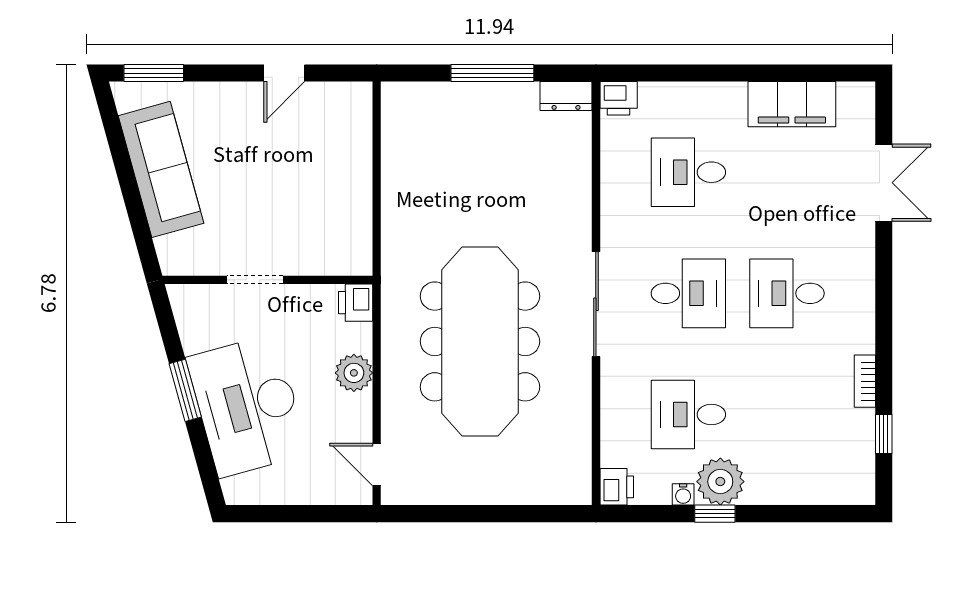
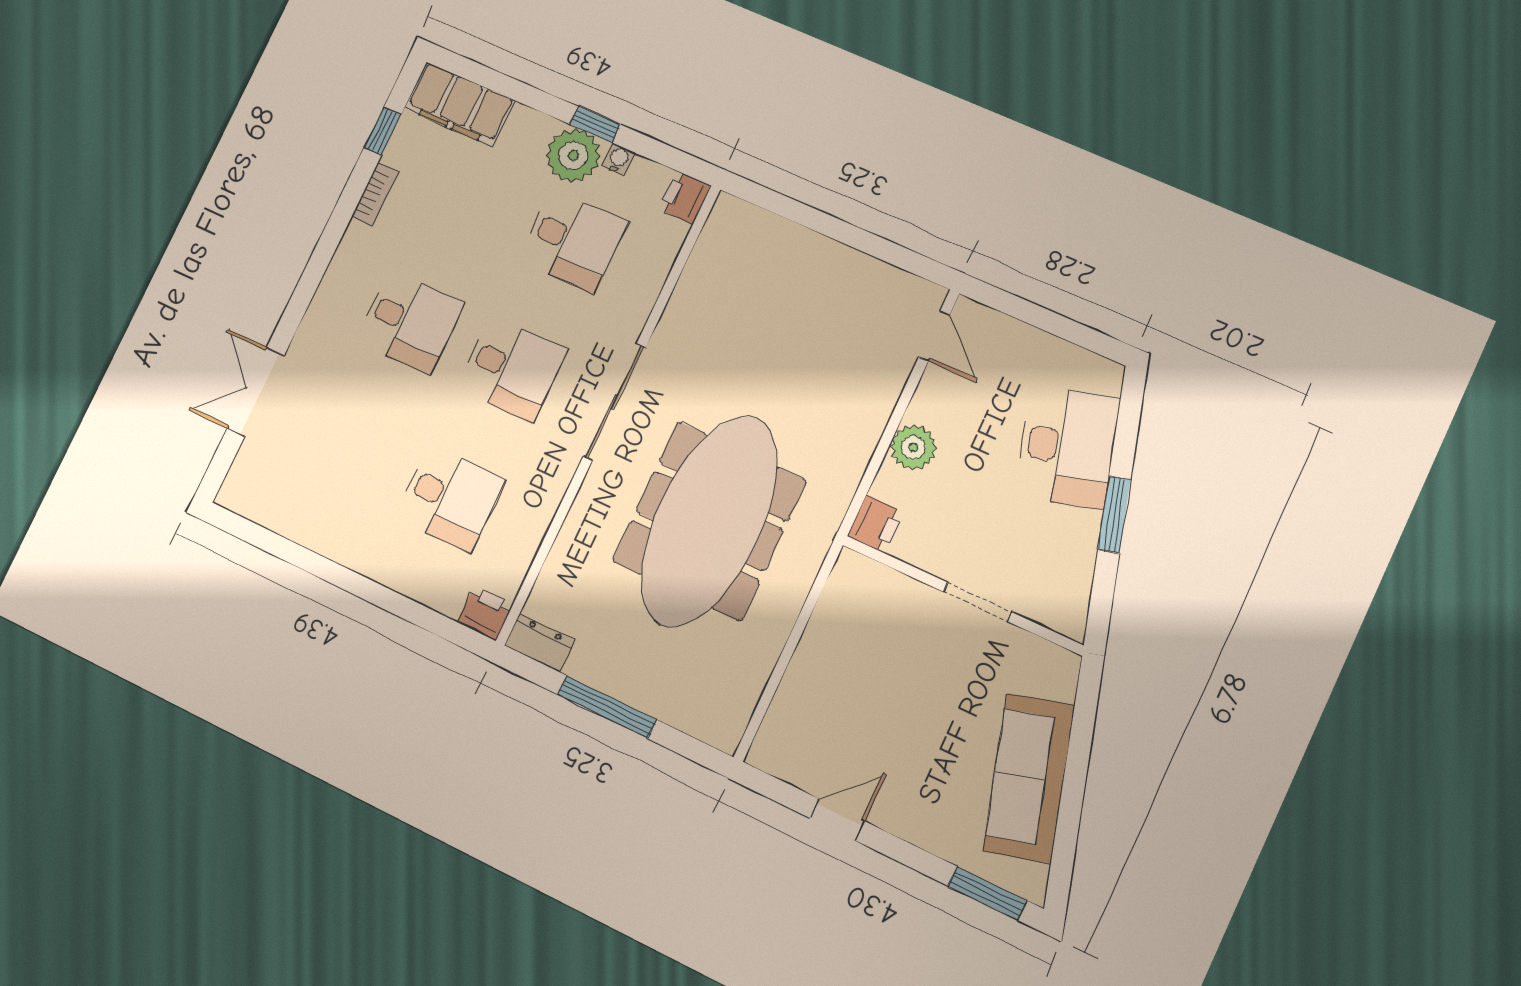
filing cabinet: (792, 104) -> (459, 104), moved, turned 180
desk: (688, 293) -> (512, 369), turned 180
meeting table: (480, 341) -> (709, 521), moved
desk: (247, 406) -> (1067, 447), width x0.73, depth x0.77

